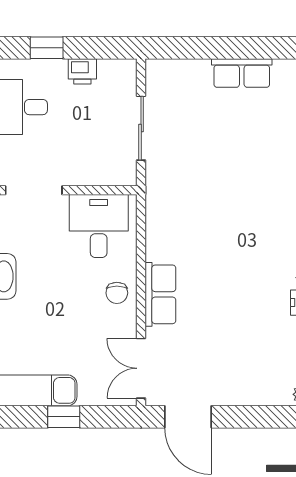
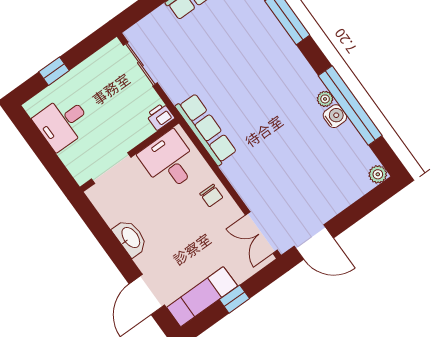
printer: (82, 71) -> (160, 116), moved, turned 180
sliding door: (141, 128) -> (140, 64), moved
row of seats: (160, 294) -> (206, 129), moved, width x1.48

